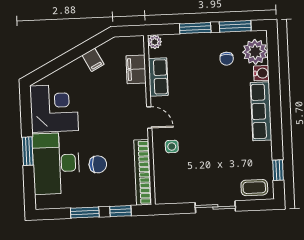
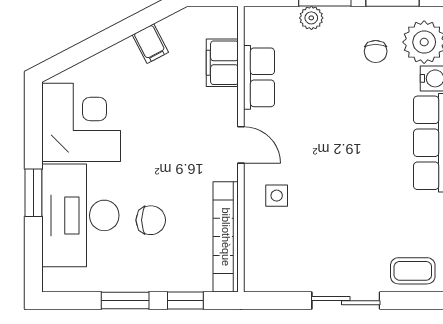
plant: (155, 42) -> (311, 18), moved

